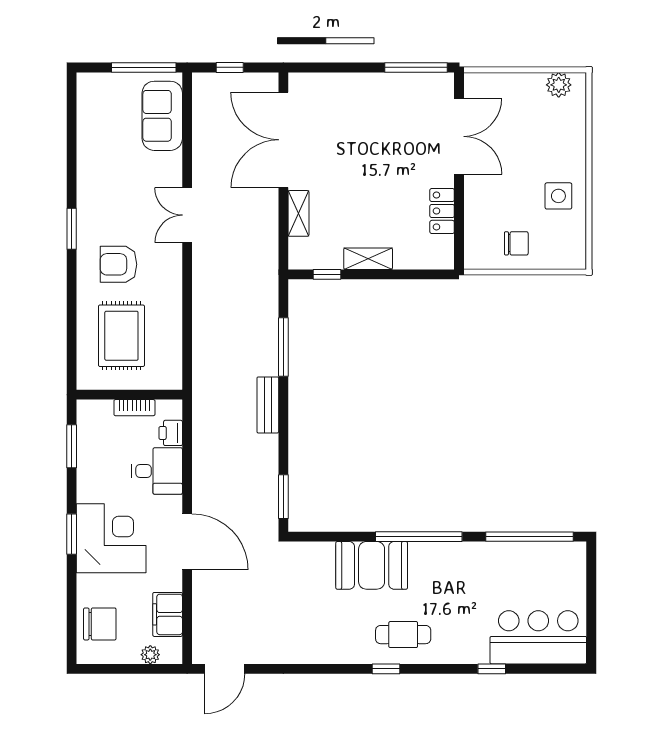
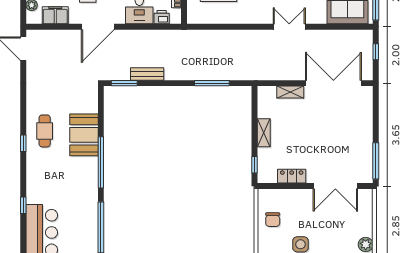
window: (327, 274) -> (255, 165), moved
bench: (268, 405) -> (147, 74), moved
cafe table: (403, 635) -> (45, 131), moved

